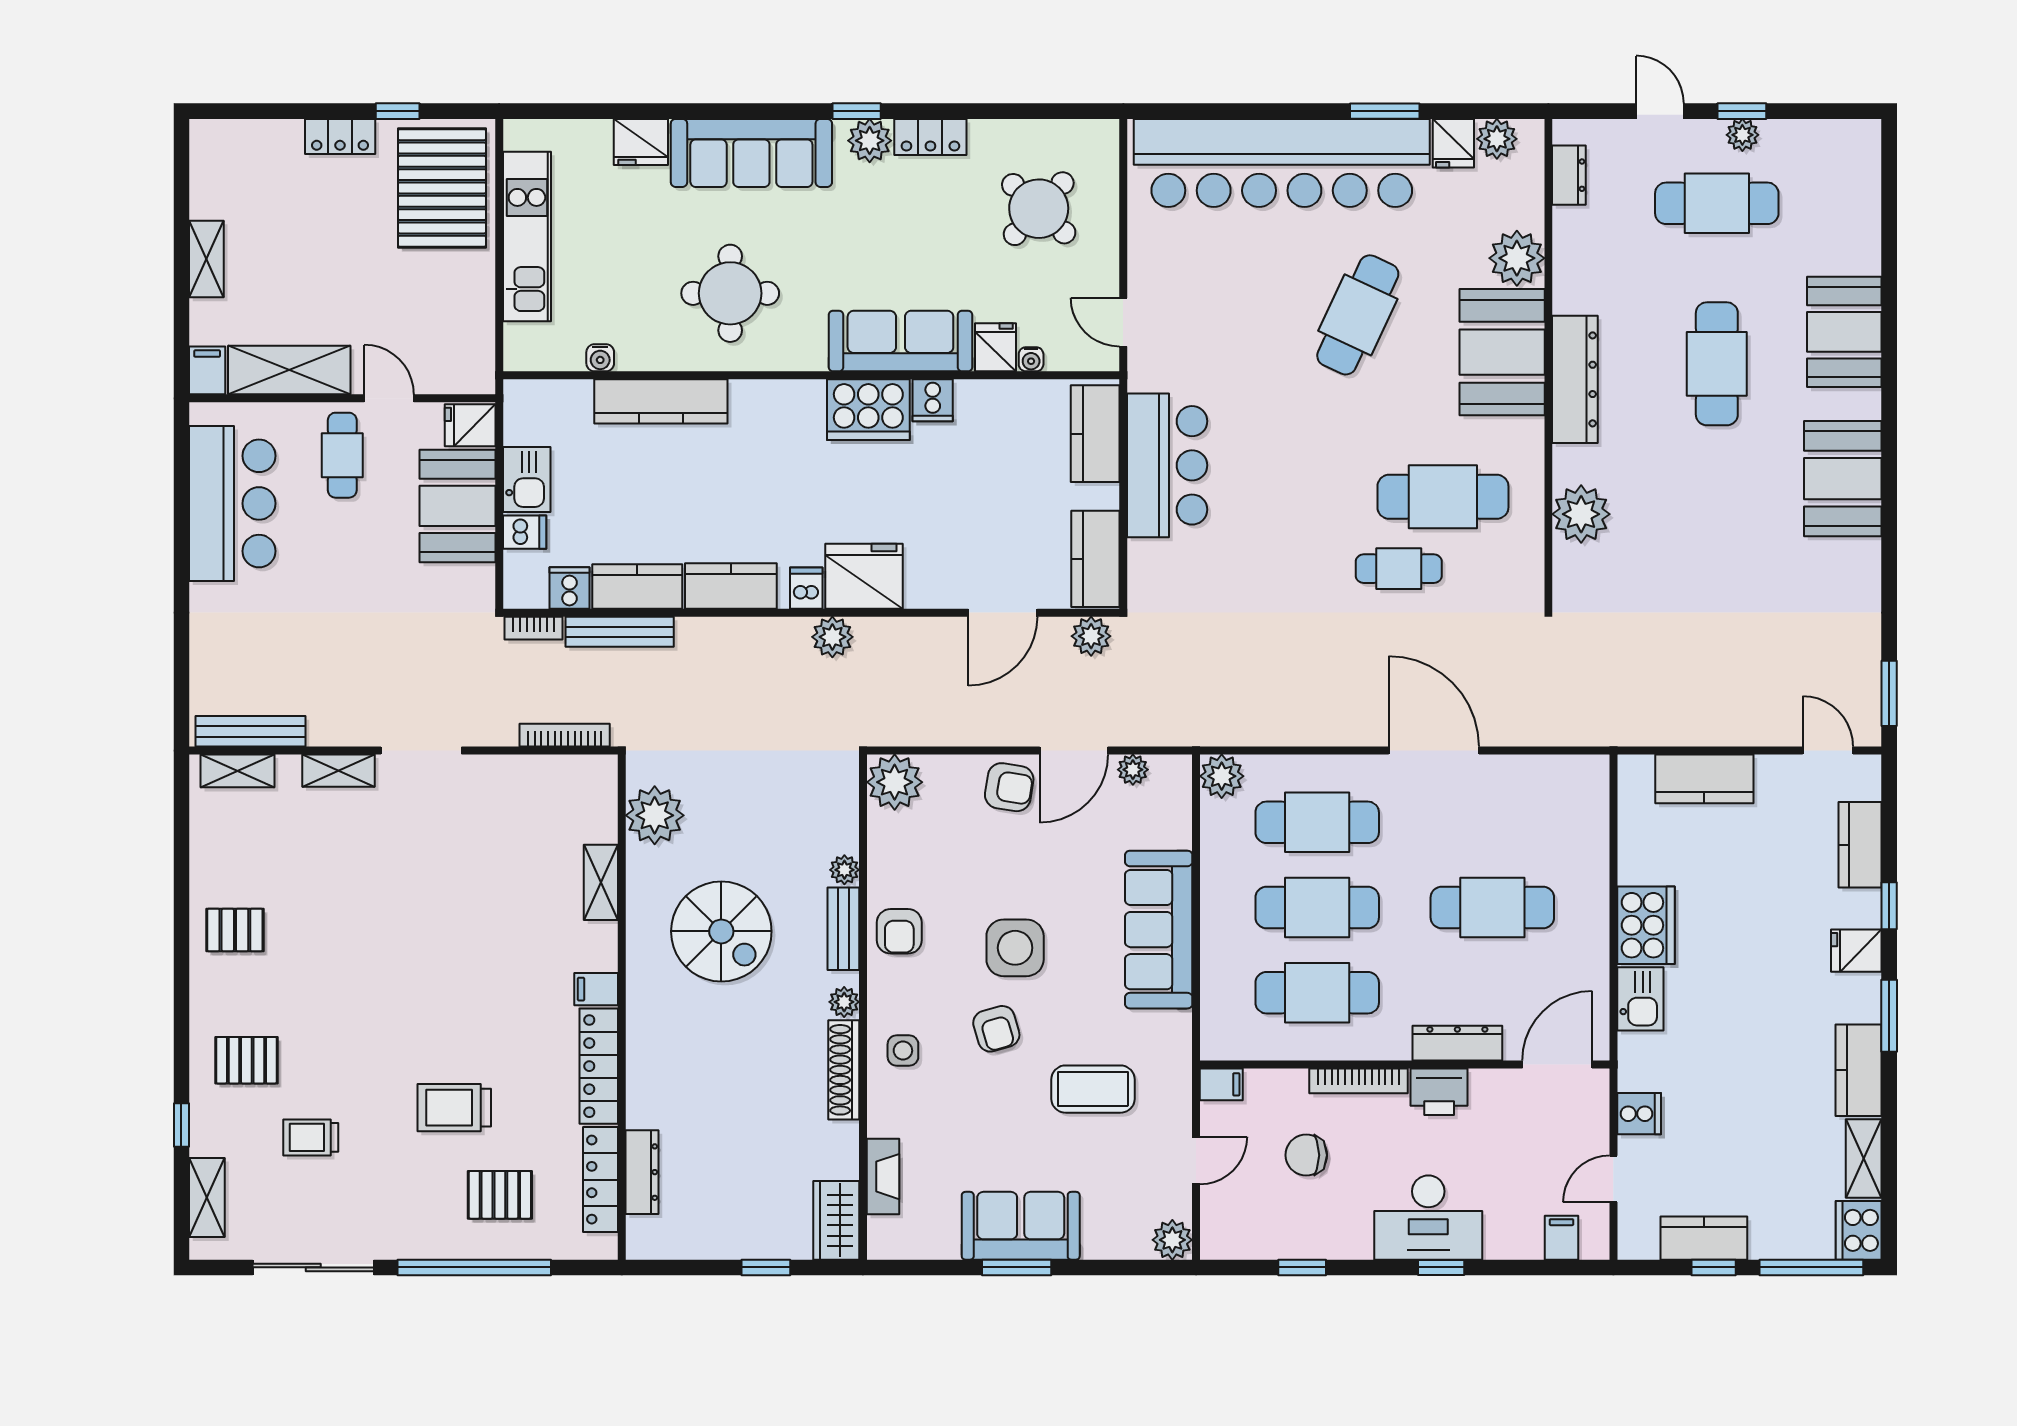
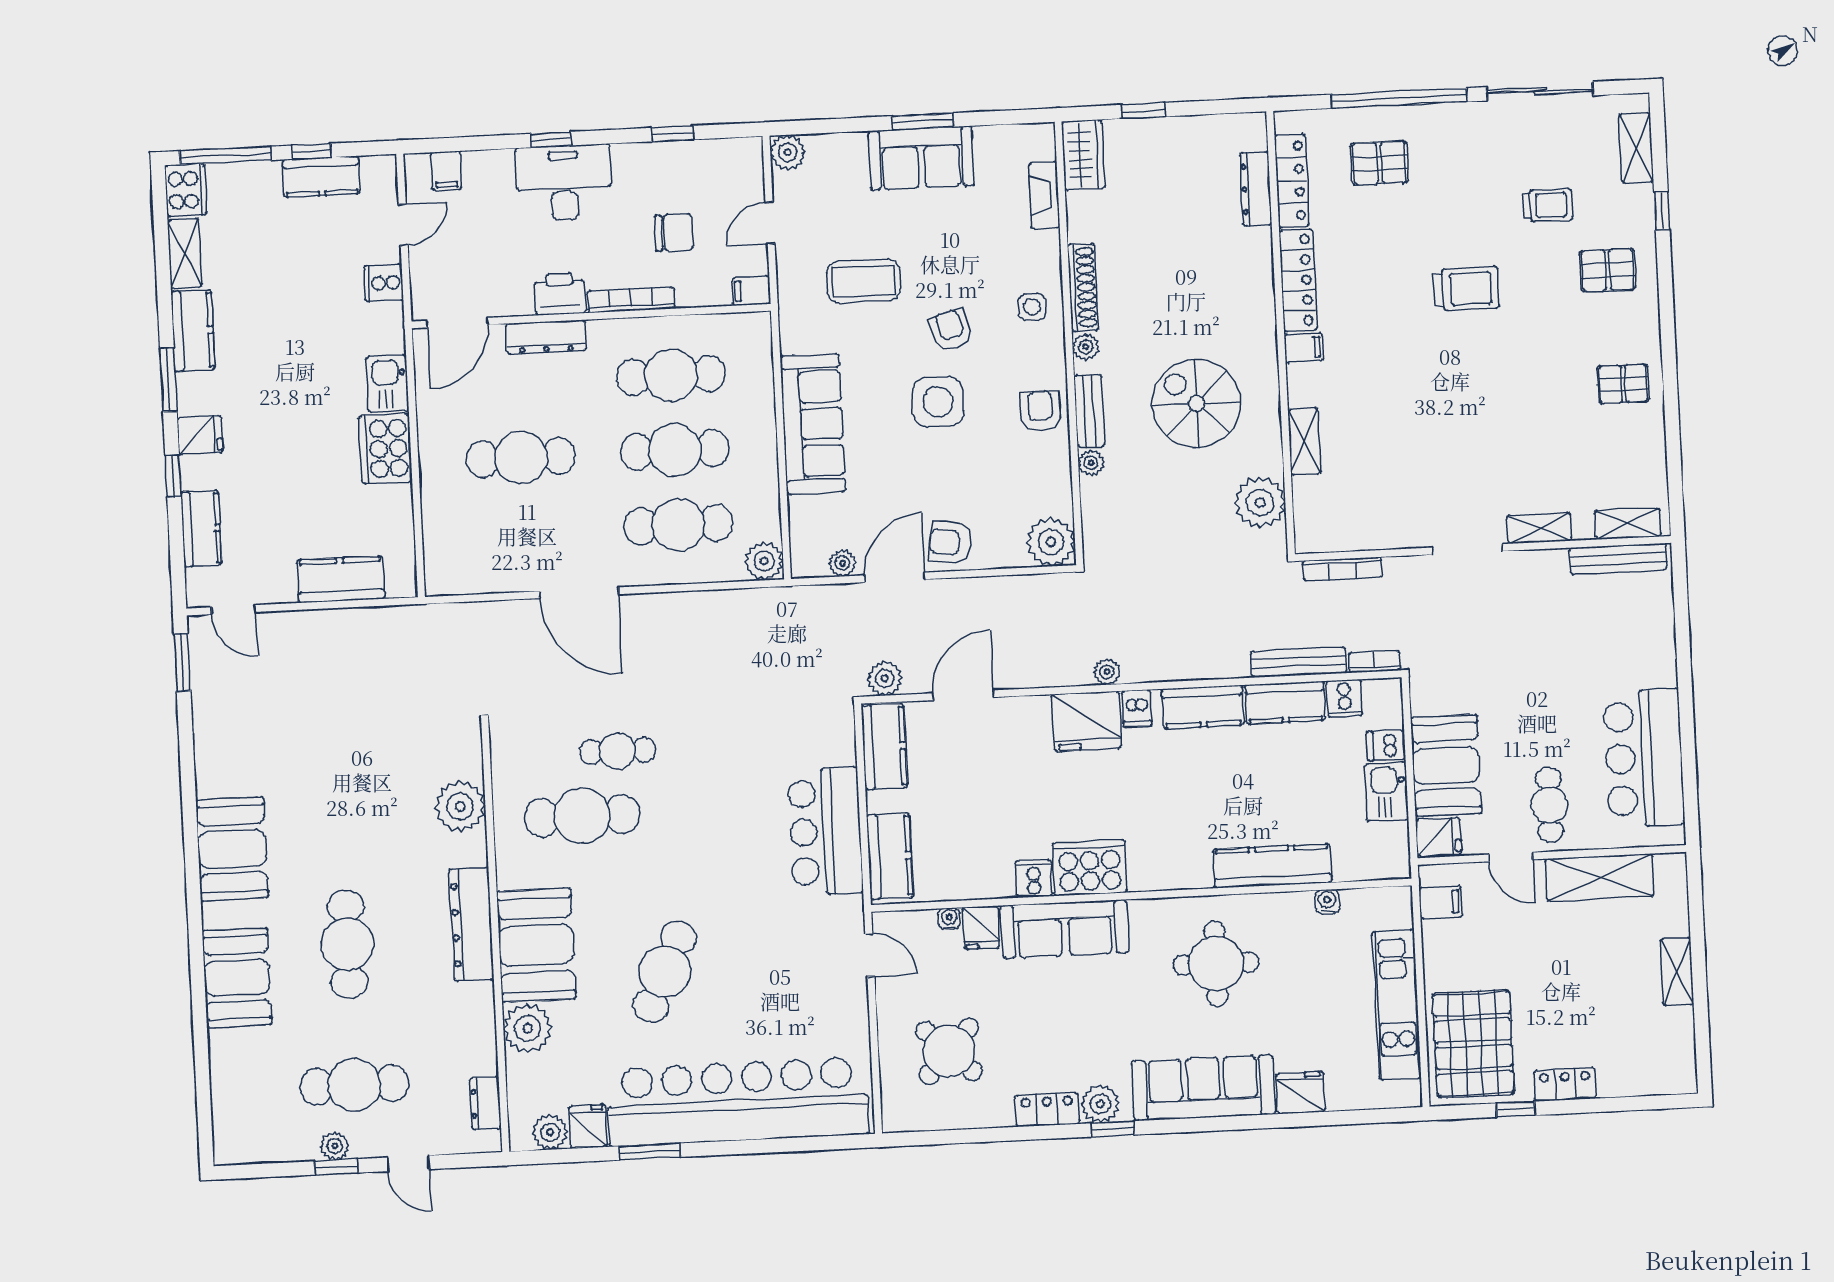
filing cabinet: (207, 370) -> (1441, 902), moved, turned -90
plant: (832, 637) -> (1107, 672), width x0.73, depth x0.73
trolley: (454, 1108) -> (1466, 289), moved

